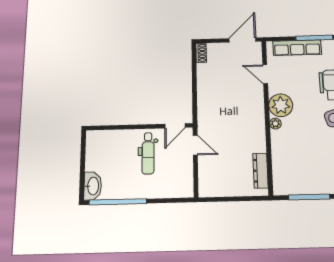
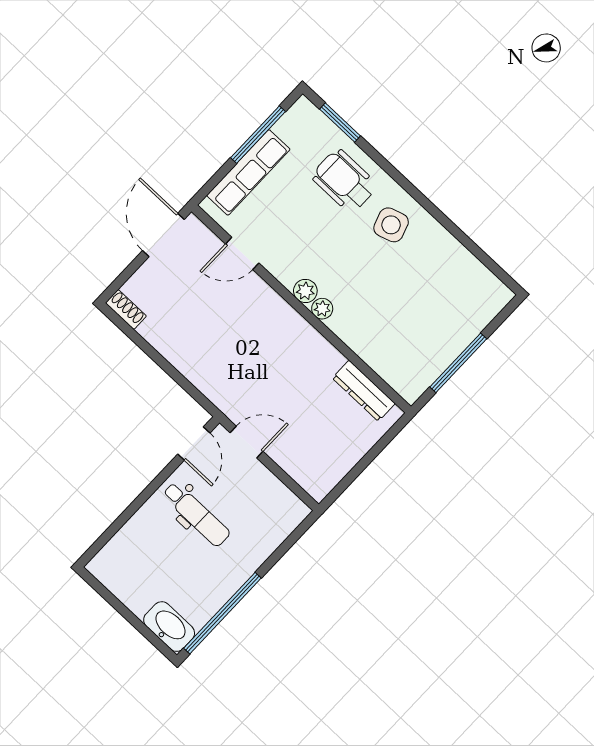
plant: (281, 105) -> (305, 291), width x0.53, depth x0.53

